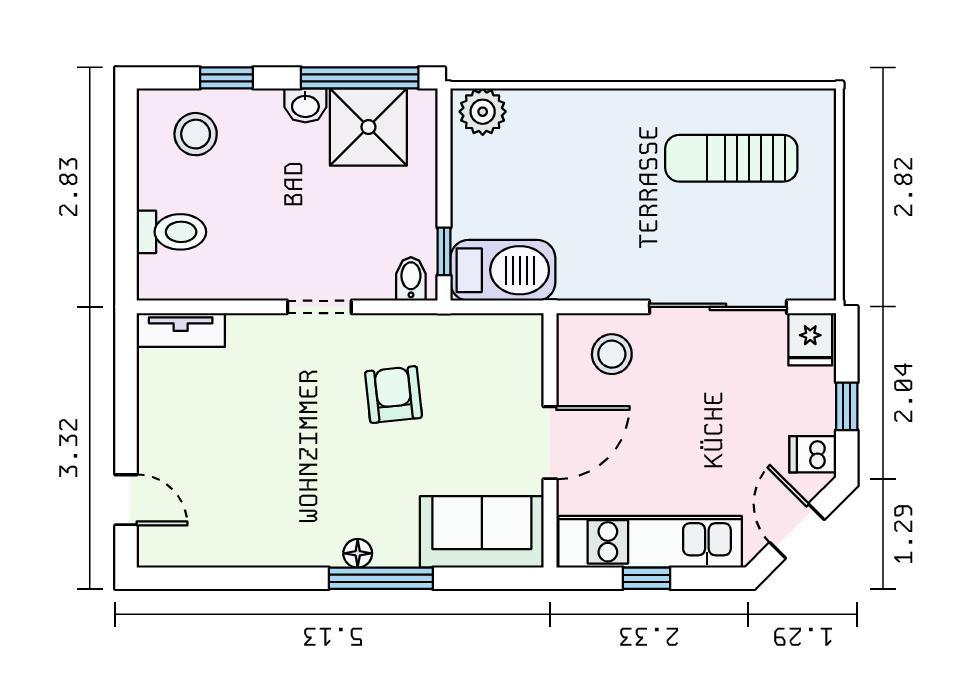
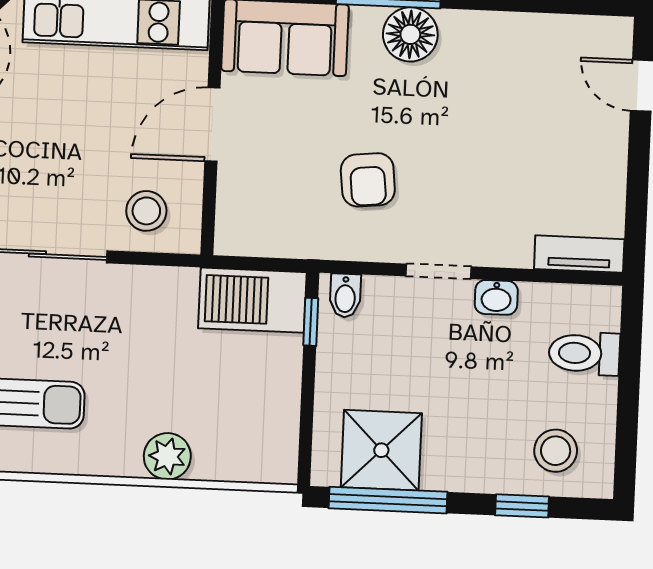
washbasin: (305, 105) -> (496, 297), moved, turned 180
plant: (483, 112) -> (167, 456), moved
floor lamp: (358, 553) -> (410, 34), width x1.89, depth x1.89

